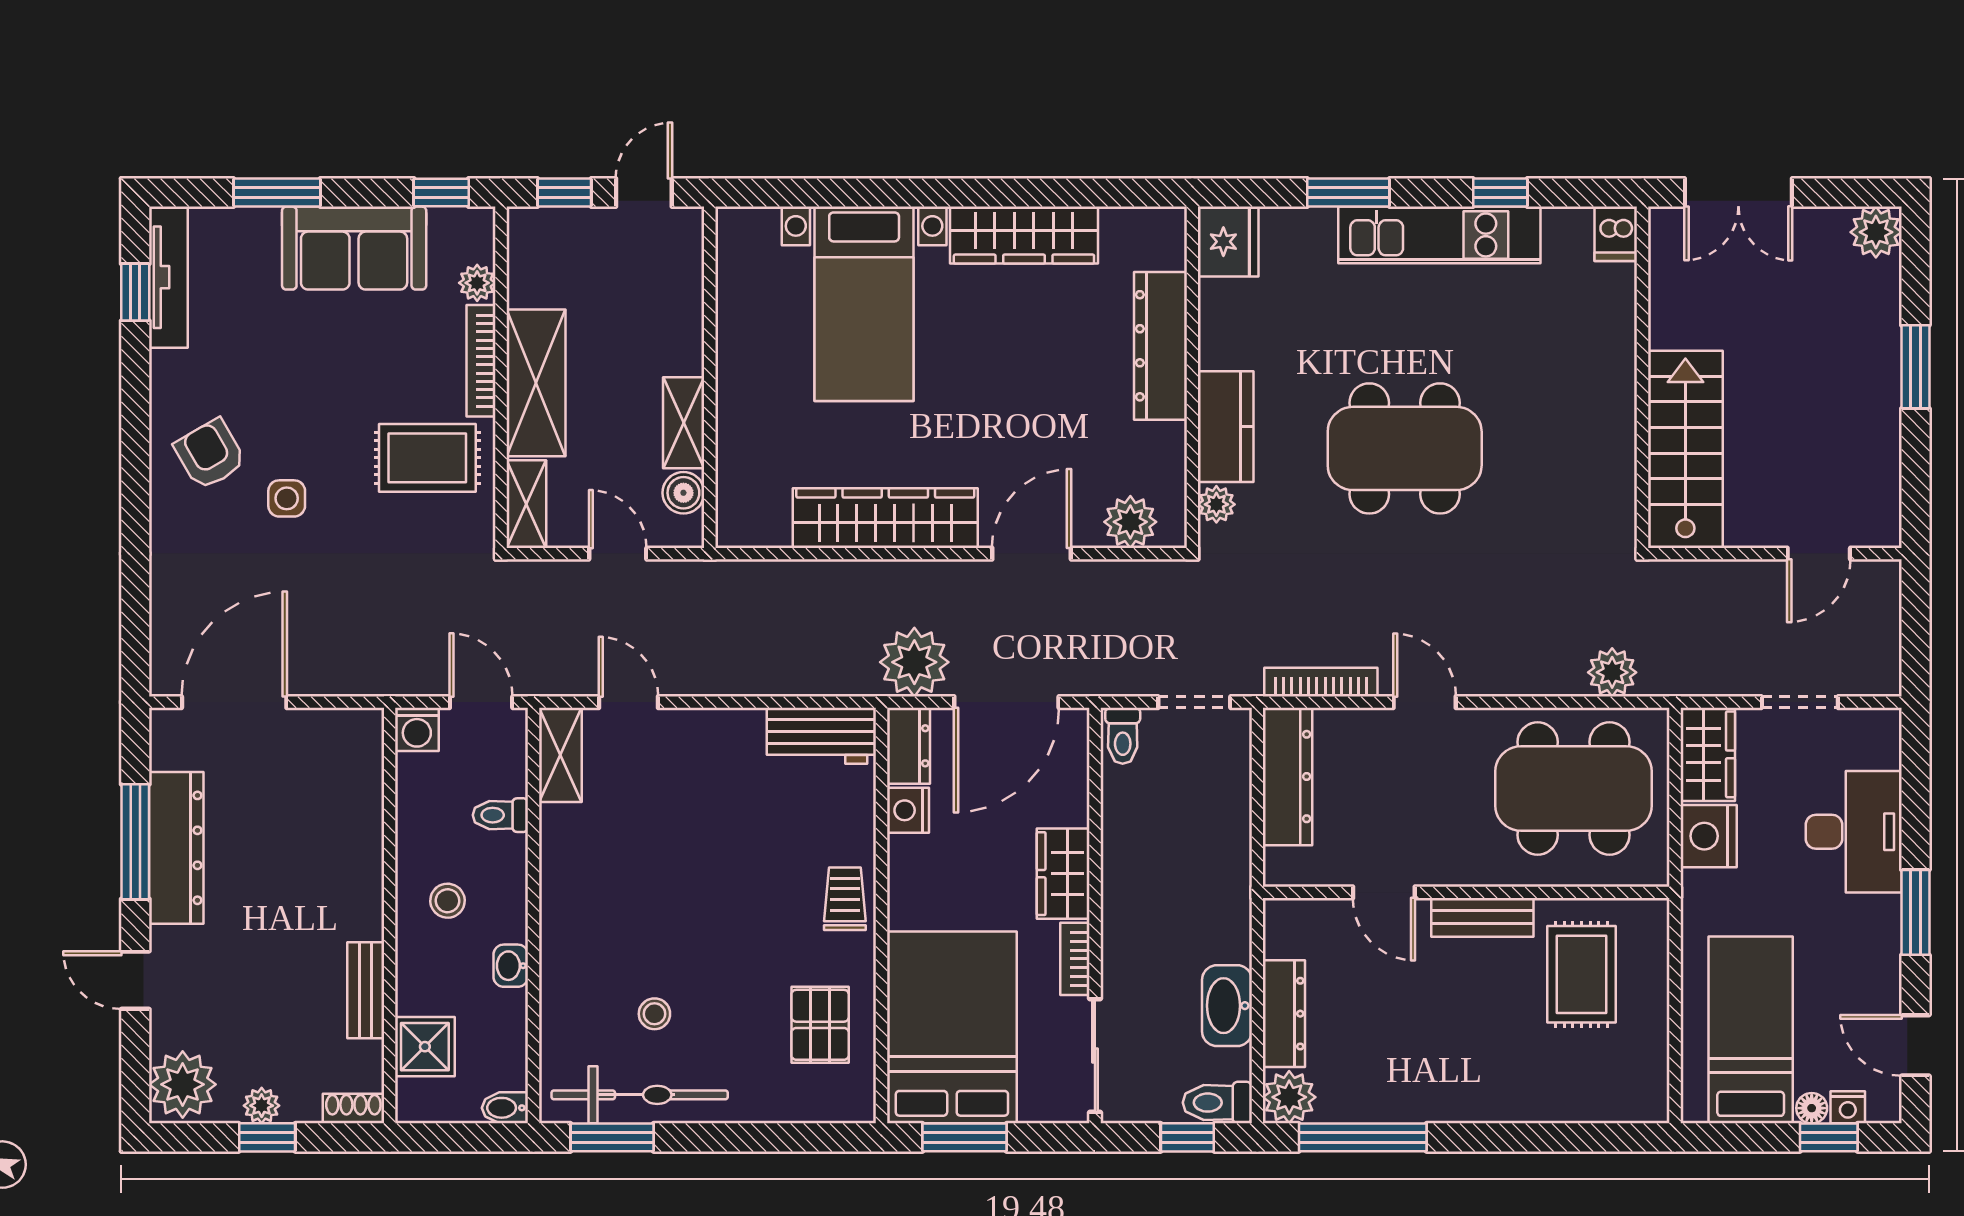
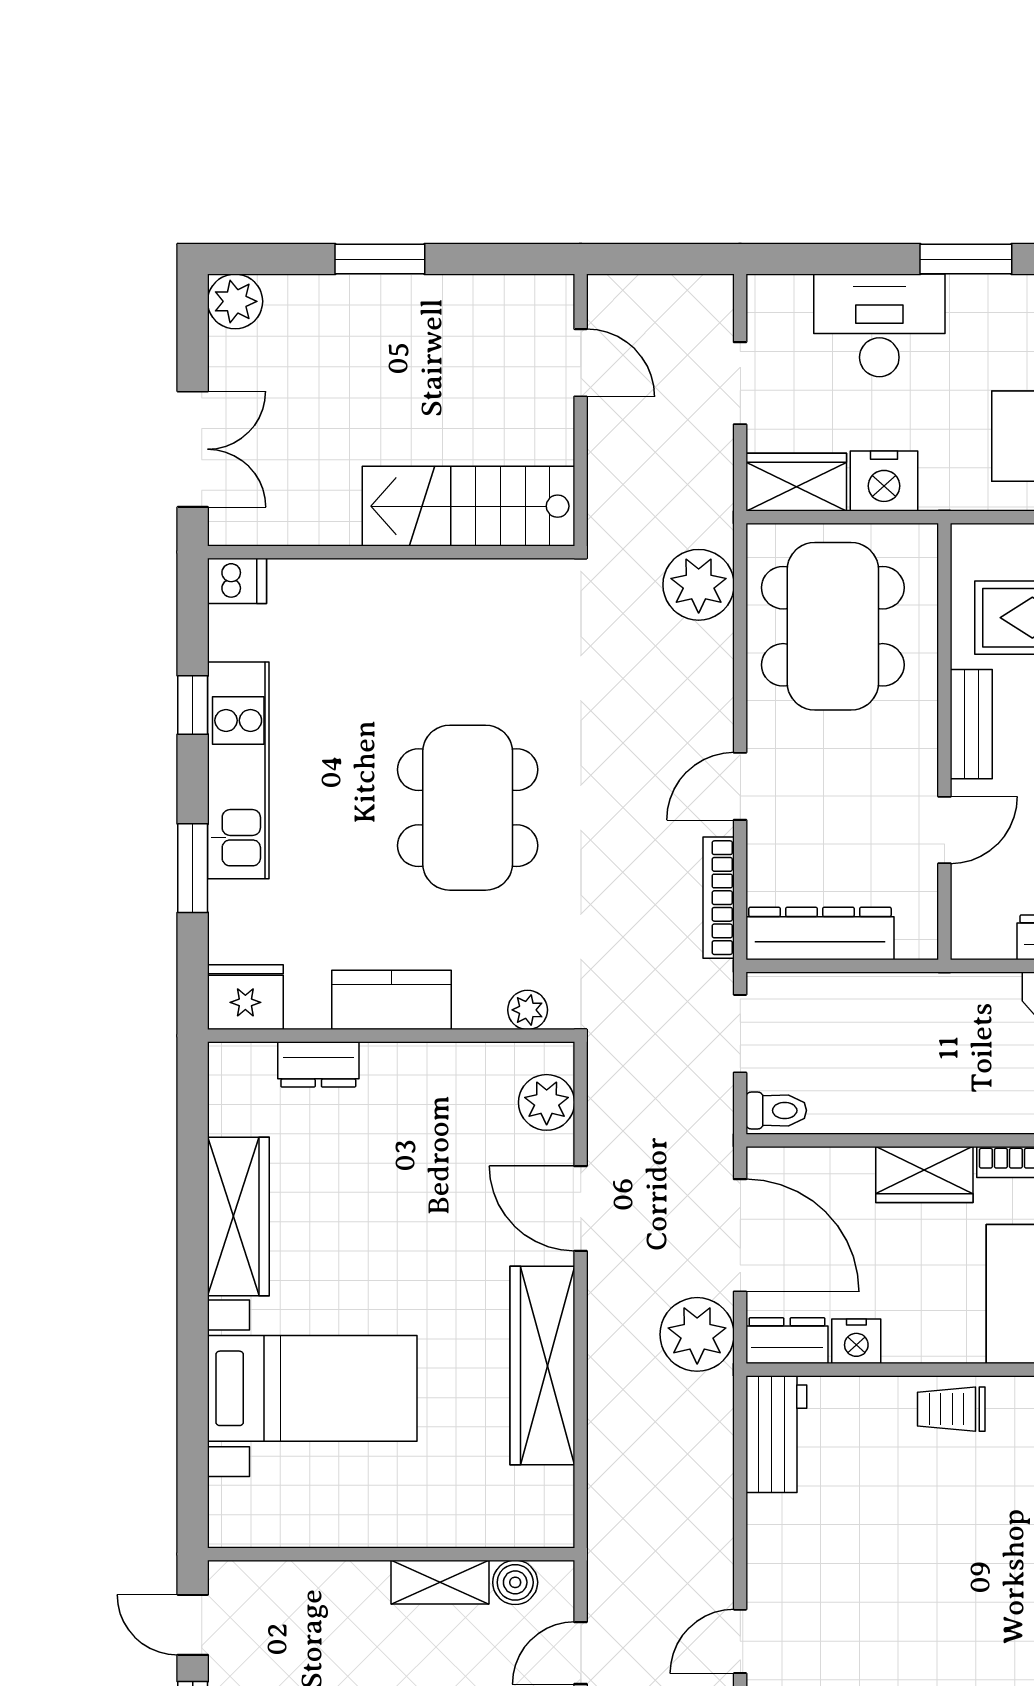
dresser: (1160, 346) -> (318, 1064), width x0.51, depth x0.80
kitchen counter: (1226, 427) -> (391, 1000), moved
plant: (1612, 672) -> (699, 585), width x1.36, depth x1.36

